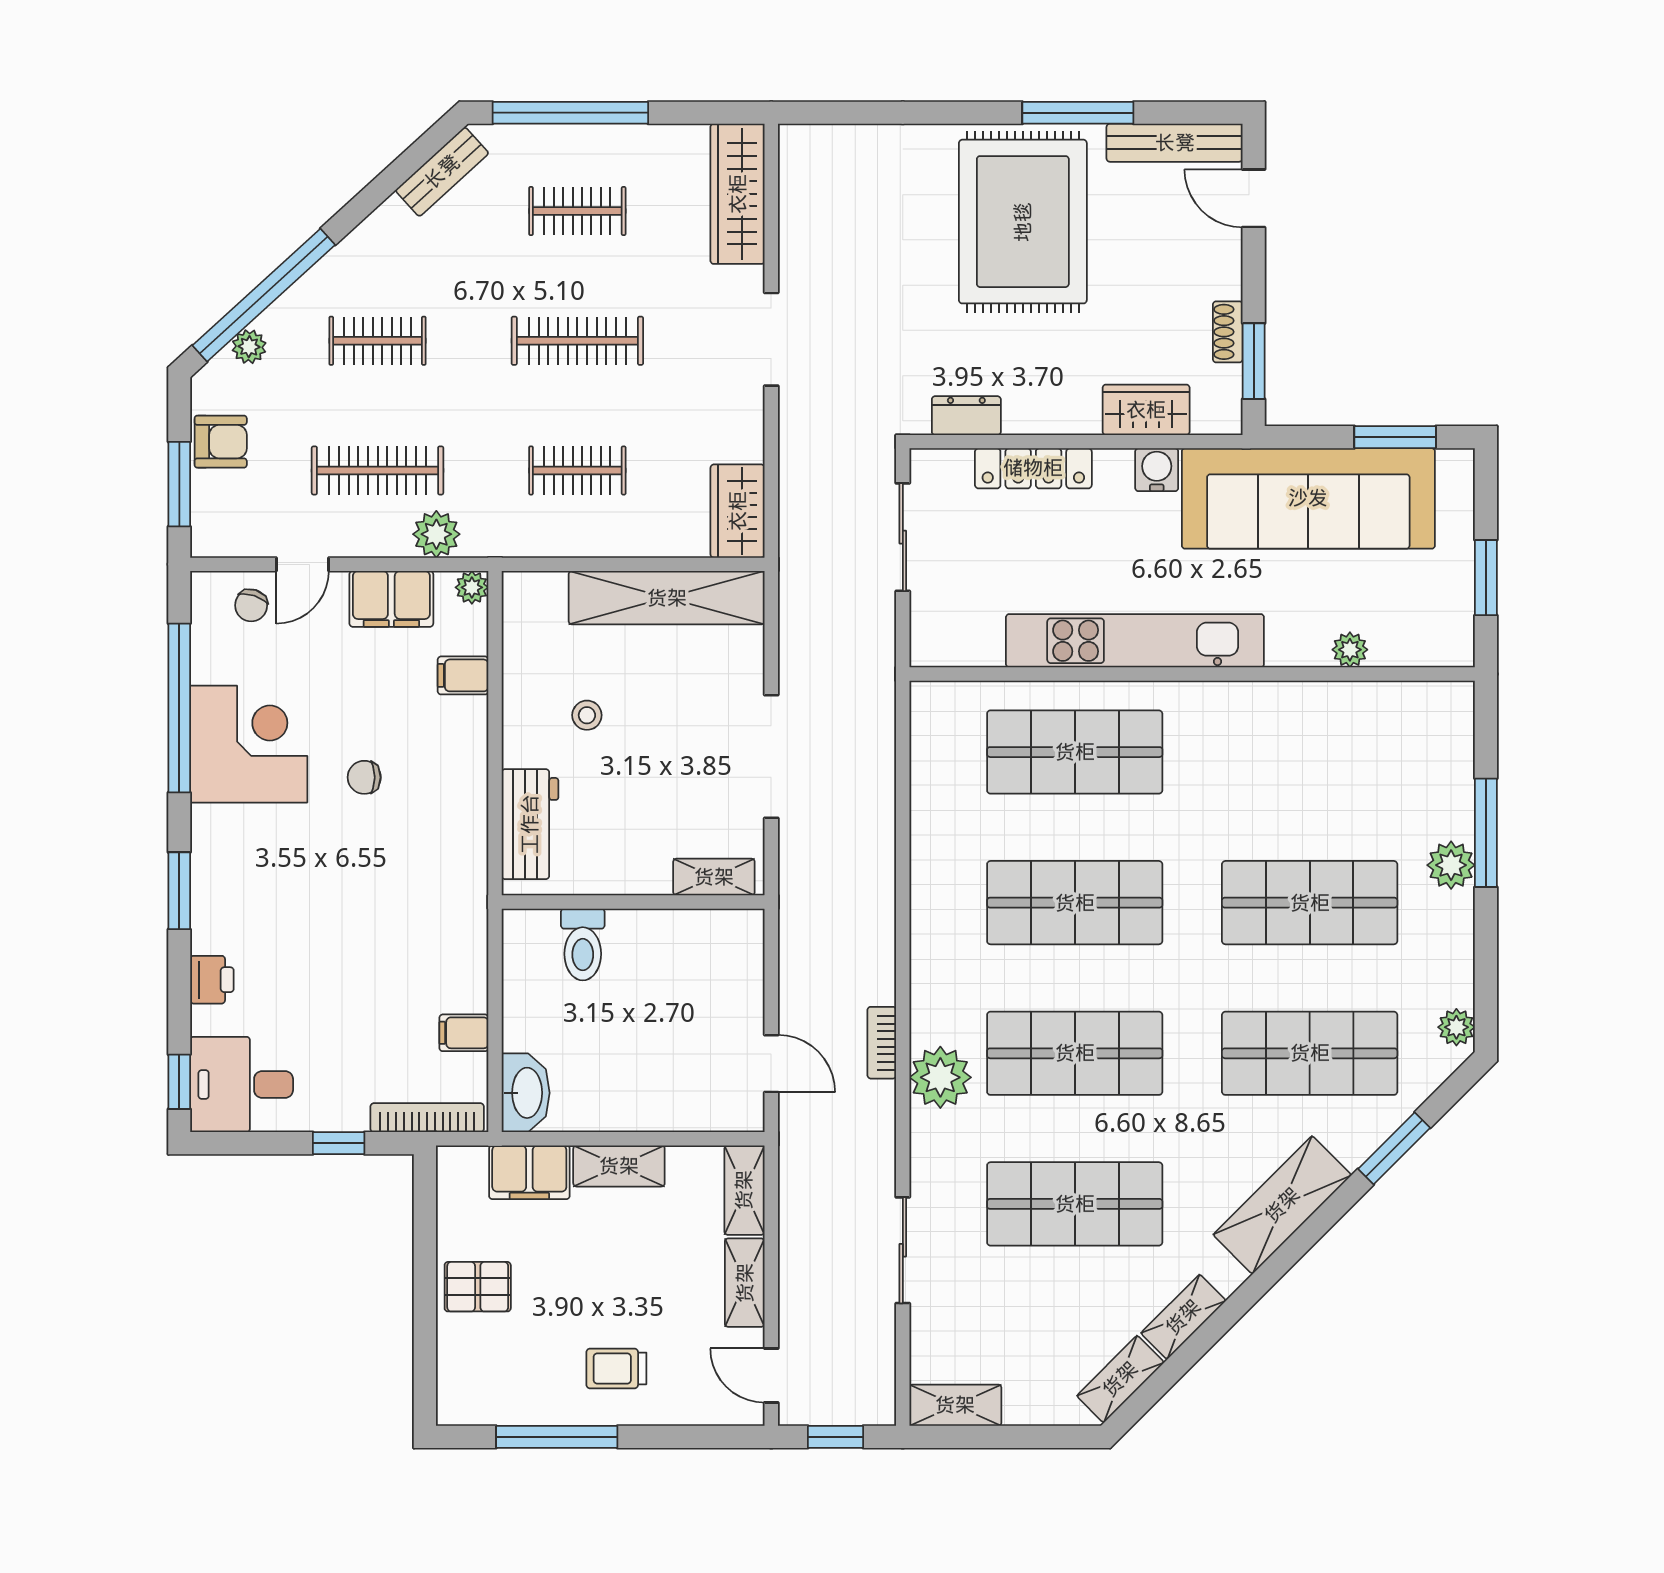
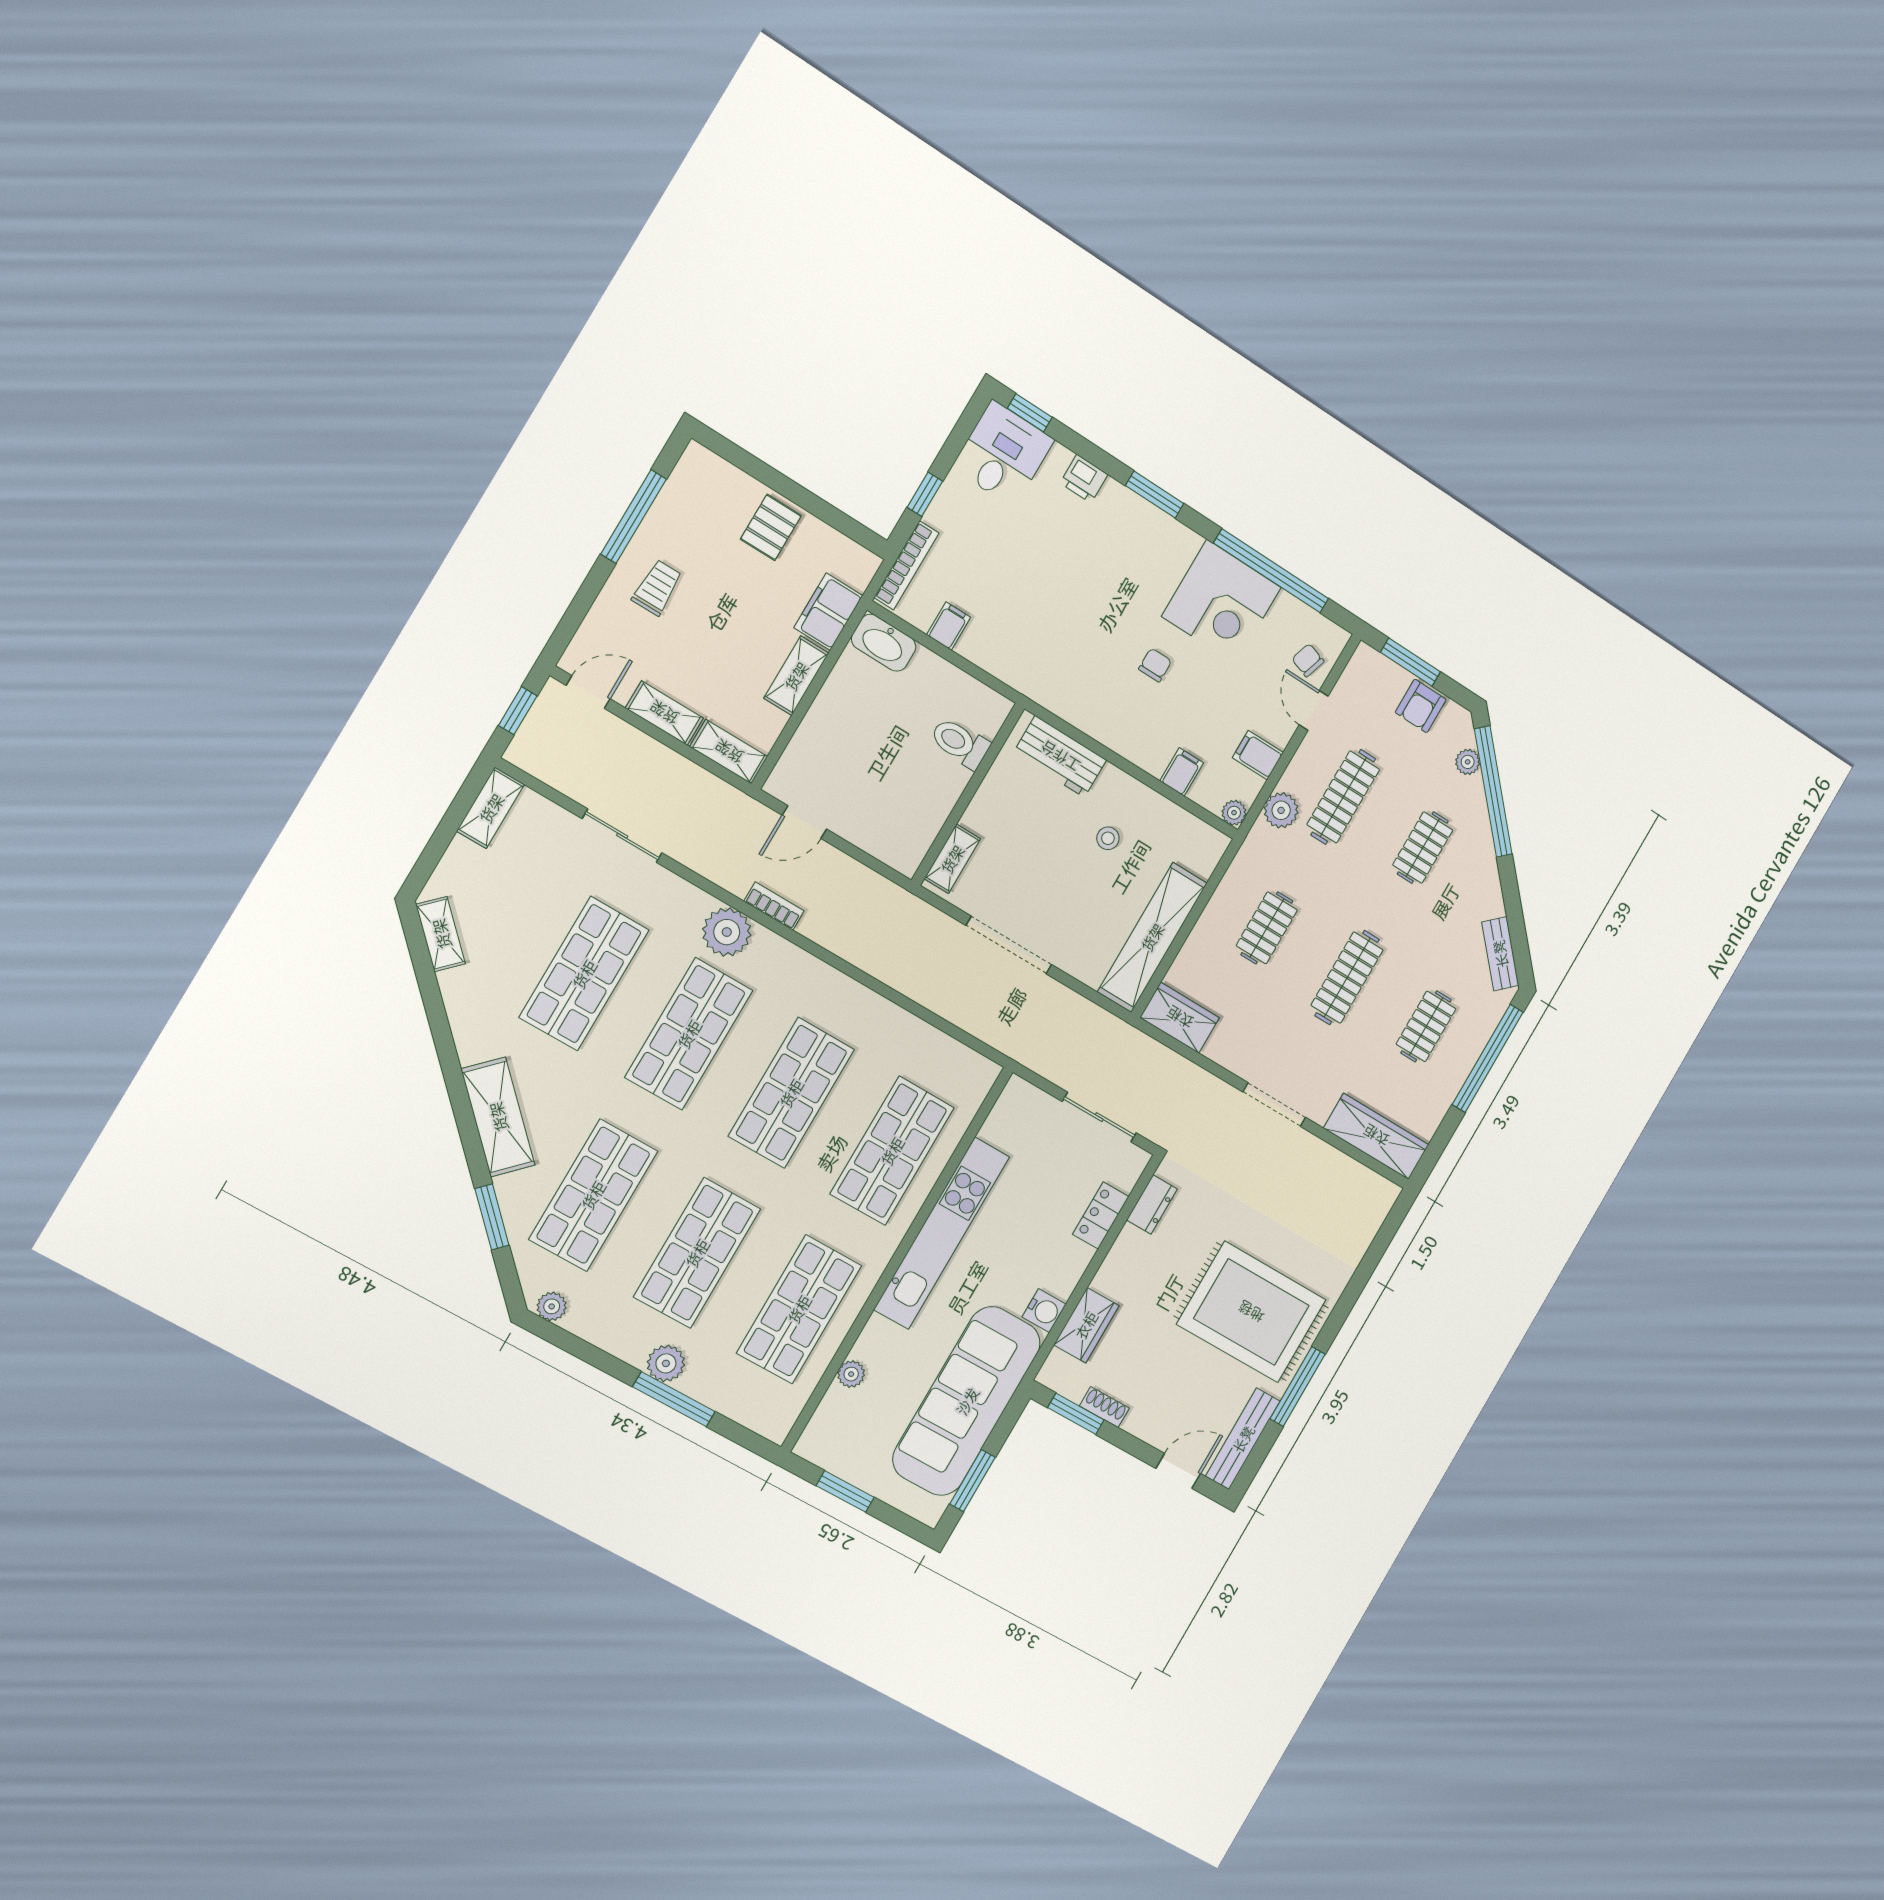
locker: (1033, 468) -> (1101, 1215), width x0.66
filing cabinet: (391, 599) -> (1258, 755), width x0.50
shop shelf: (1310, 752) -> (799, 1309), added
shelving: (1183, 1317) -> (459, 1003), removed

